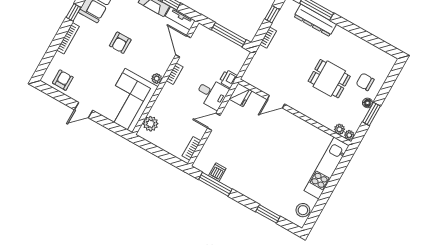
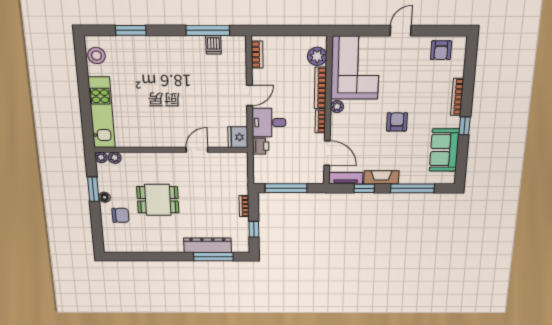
bookcase: (161, 99) -> (320, 88), added

